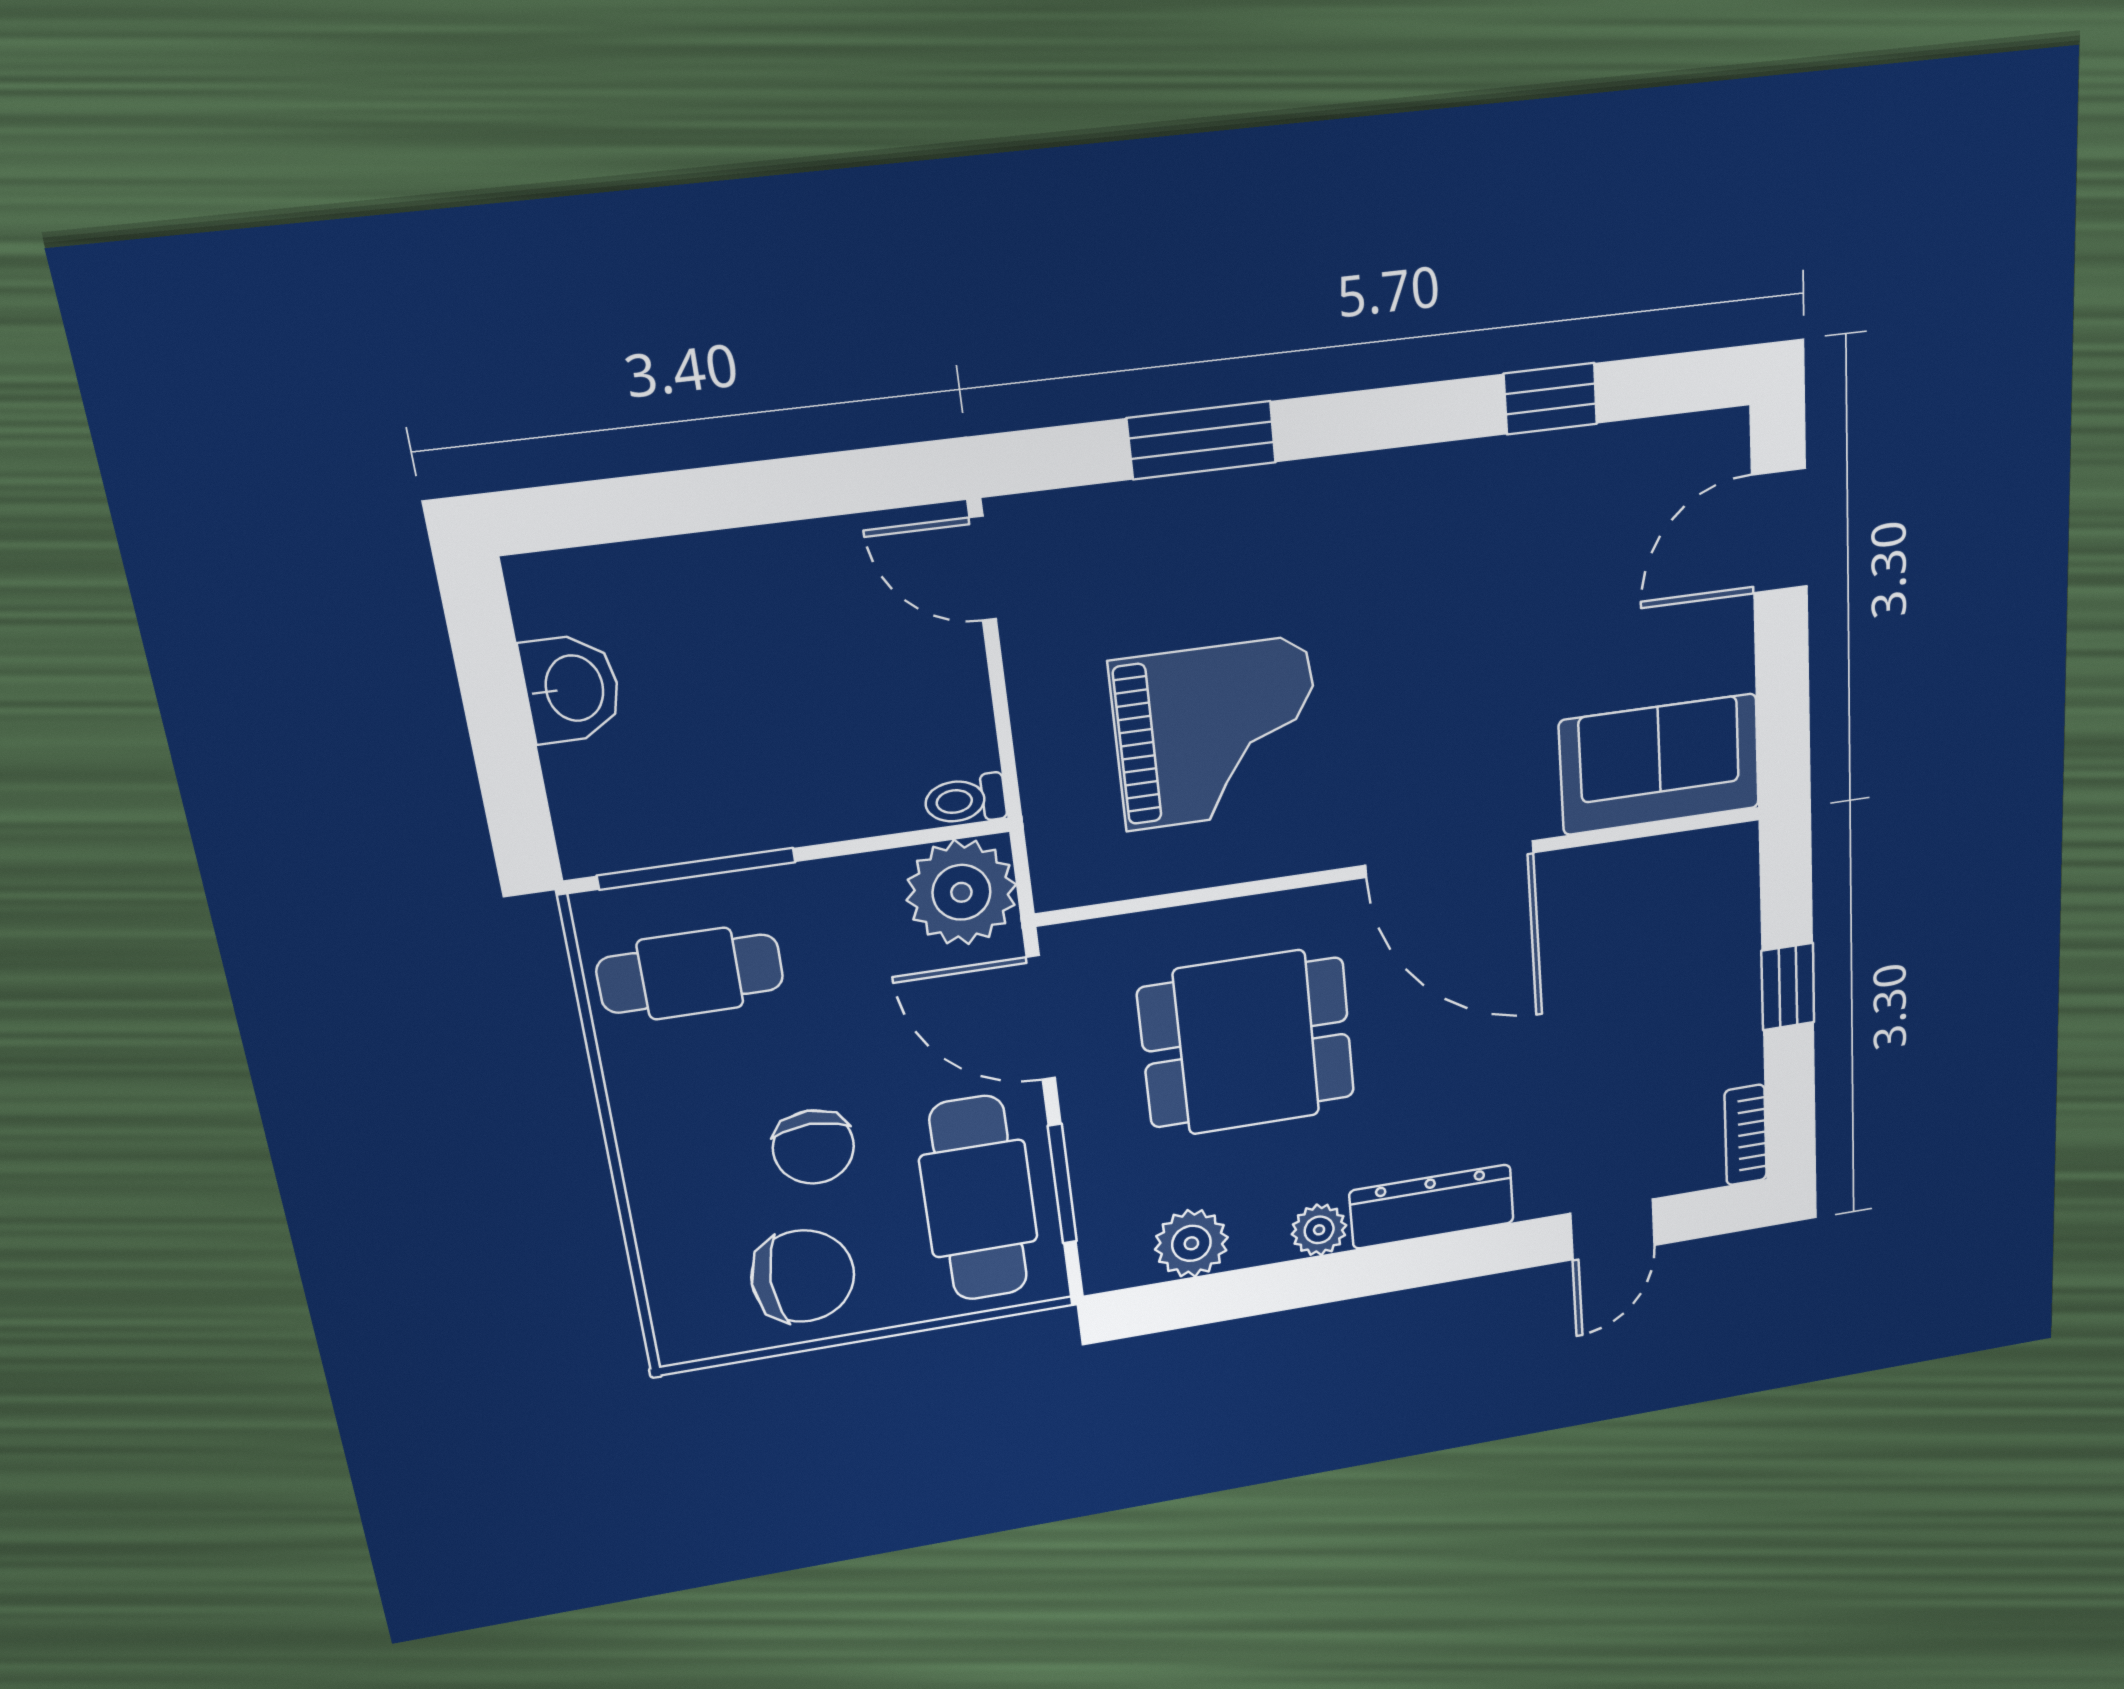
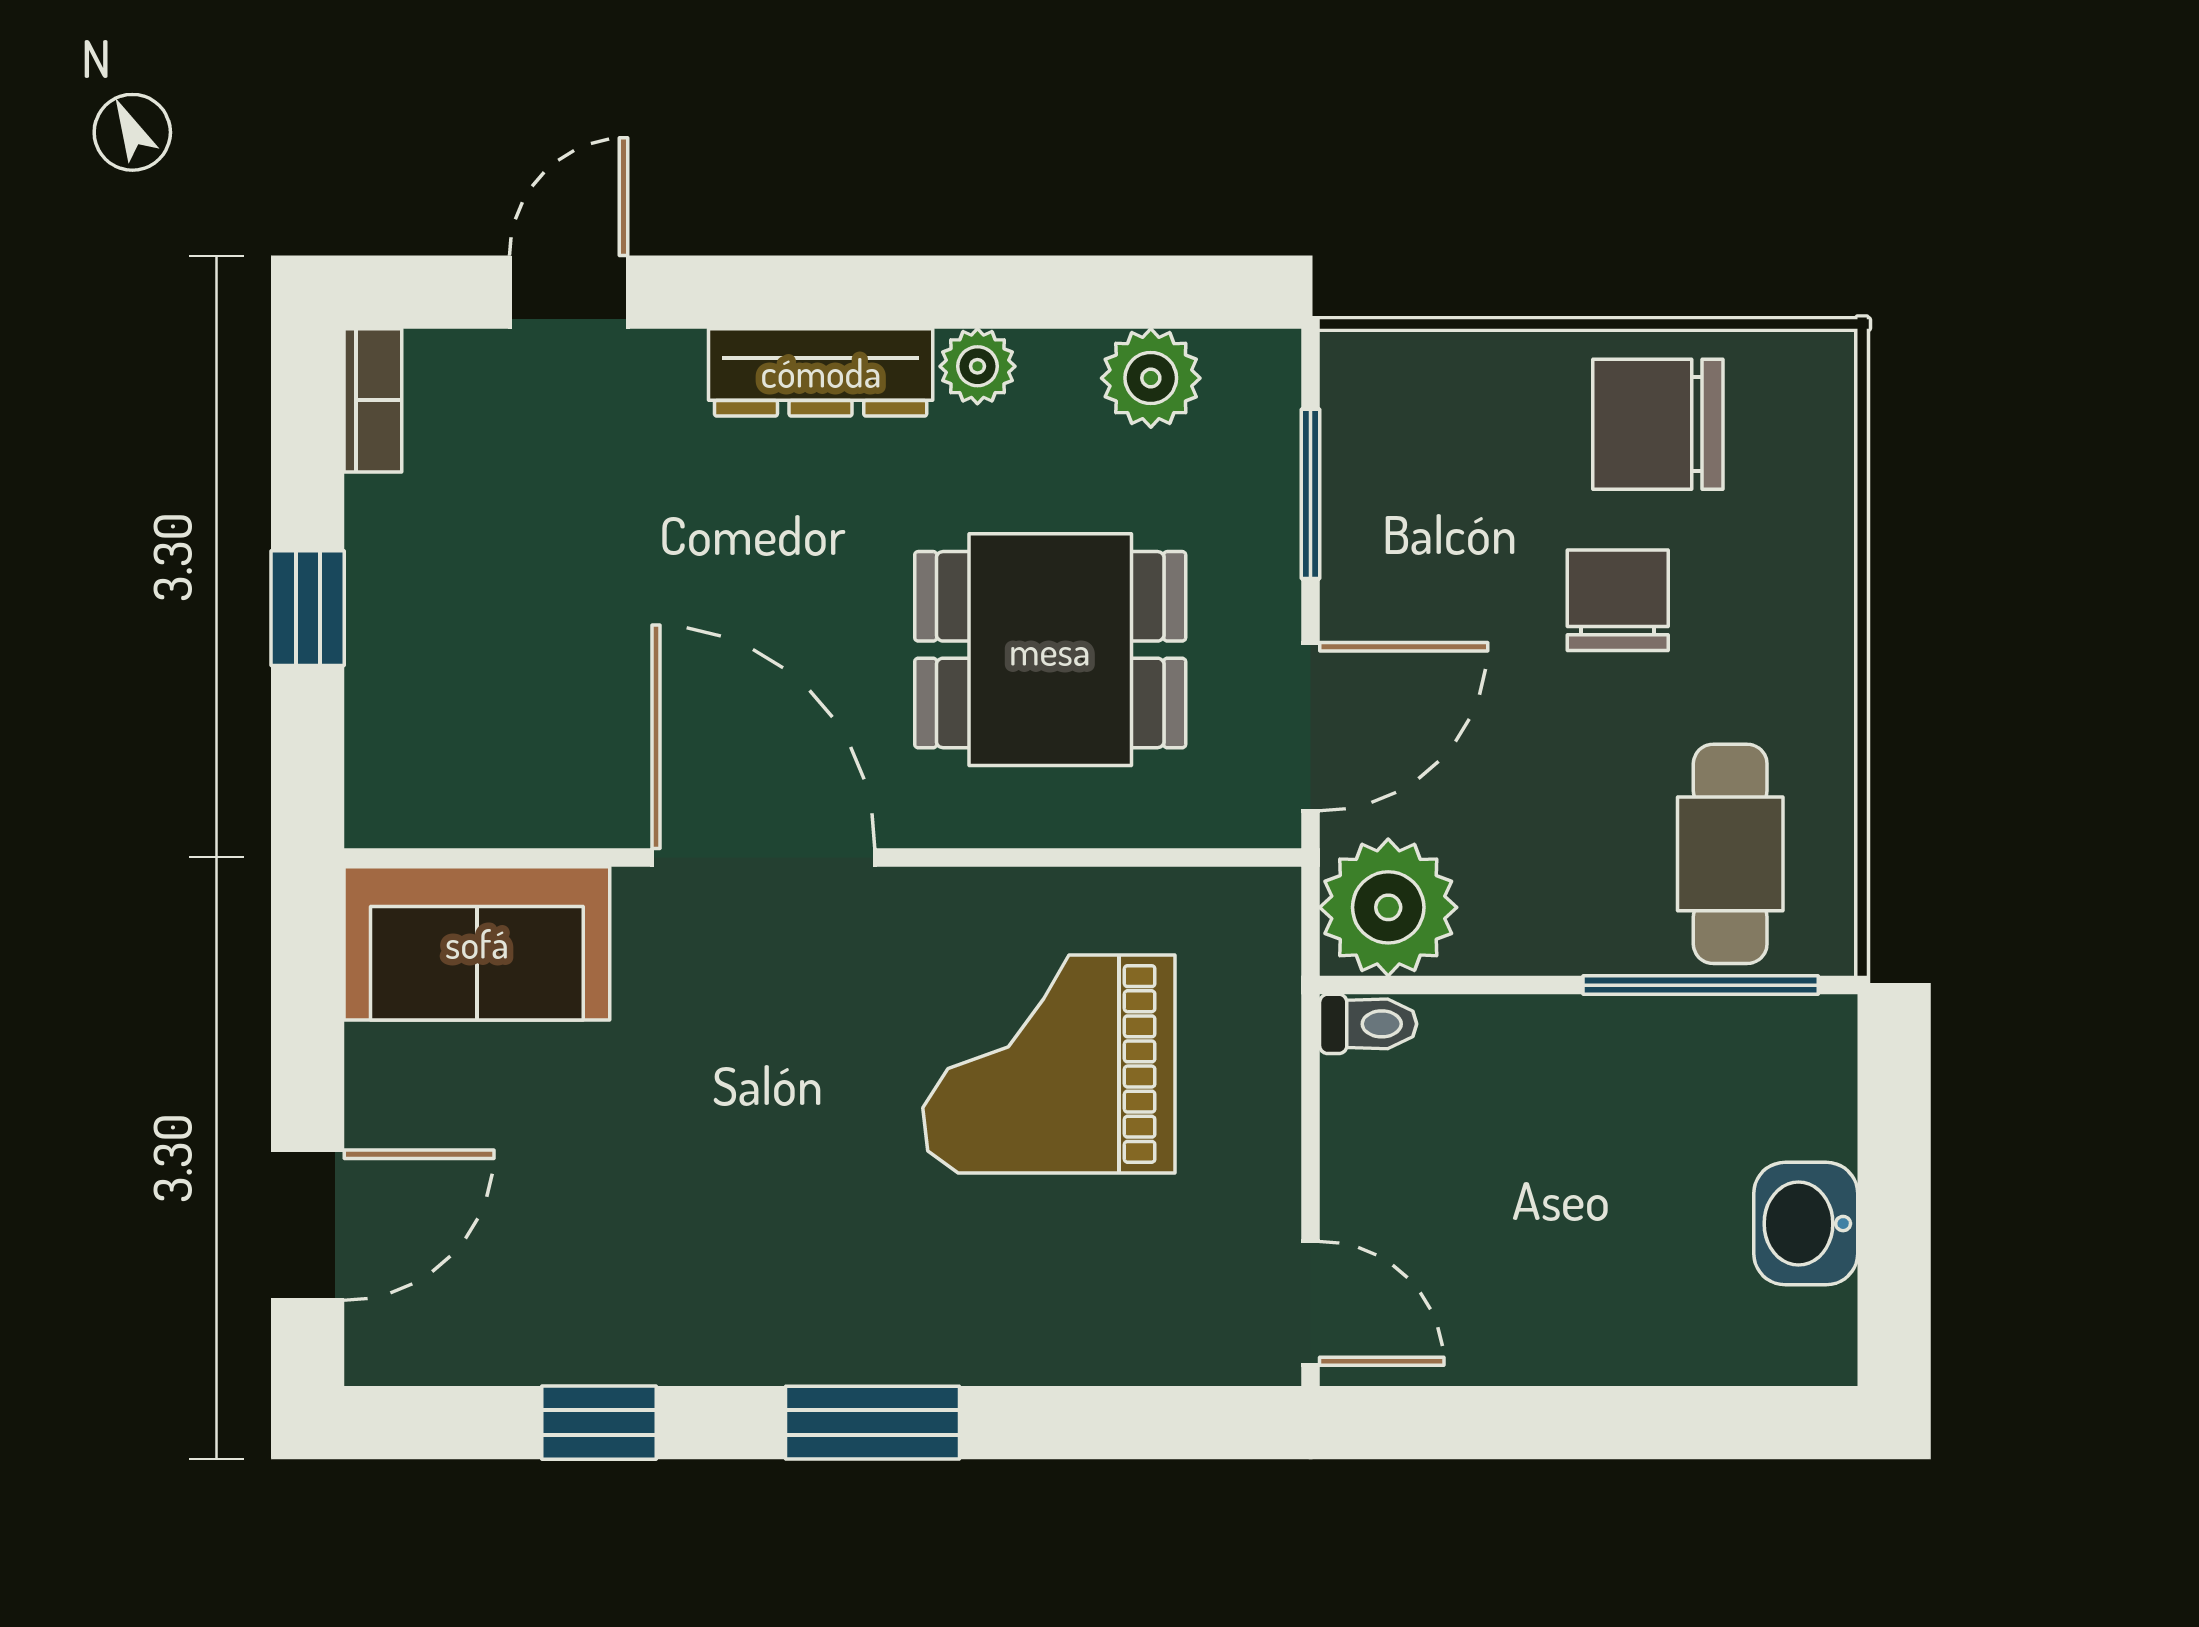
window: (1202, 440) -> (872, 1423), moved
cafe table: (690, 974) -> (1730, 854), turned 90
door: (1041, 1018) -> (1311, 727), hinge flipped
cafe table: (979, 1199) -> (1421, 492), removed

